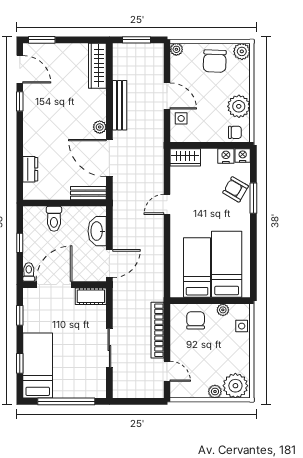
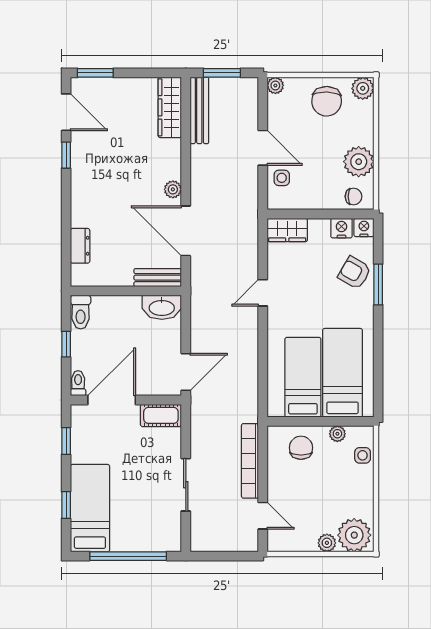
bench: (120, 105) -> (199, 110), moved
toilet: (54, 219) -> (81, 312), moved
washbasin: (97, 231) -> (162, 307), moved, turned -90

